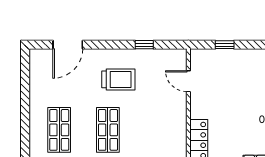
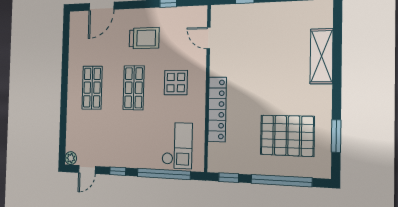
display table: (155, 125) -> (176, 83), added

